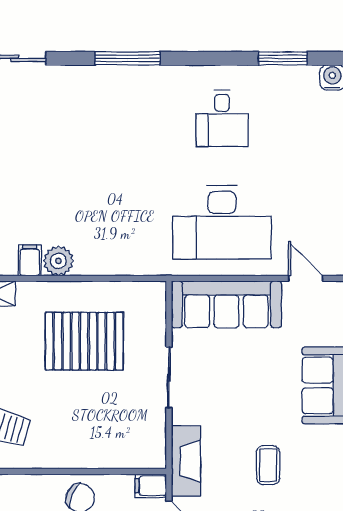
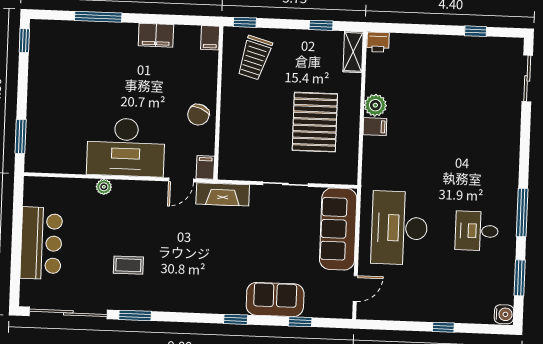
window: (128, 58) -> (522, 213), moved
filing cabinet: (30, 260) -> (375, 127), moved
coffee table: (268, 465) -> (217, 255), removed

